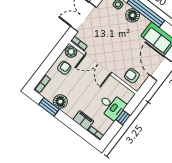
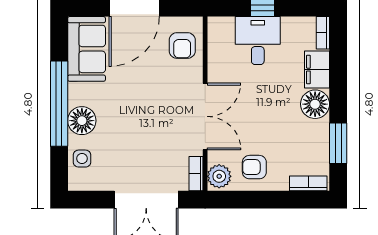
floor lamp: (60, 102) -> (315, 104), moved

